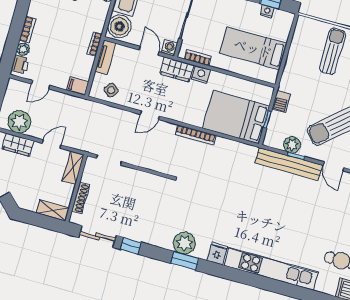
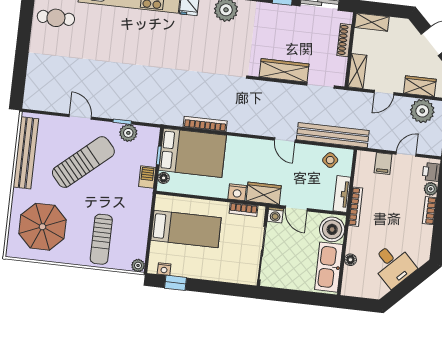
nightstand: (267, 11) -> (164, 269), moved
plant: (302, 22) -> (138, 265), added
bookcase: (95, 44) -> (356, 207), width x1.56
filing cabinet: (78, 86) -> (383, 163), moved, turned 90
floor lamp: (266, 98) -> (164, 178), added
door: (150, 115) -> (285, 140), swing flipped
bookcase: (196, 135) -> (205, 124), moved
bench: (289, 164) -> (333, 135), moved
wardrobe: (140, 179) -> (284, 70), added

